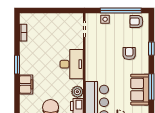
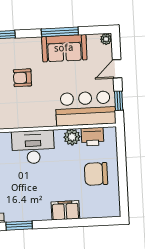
armchair: (129, 54) -> (22, 78), moved
window: (17, 65) -> (19, 226), moved

